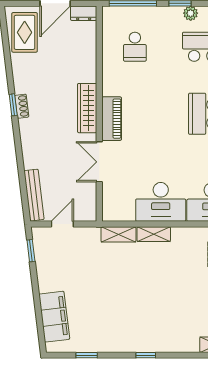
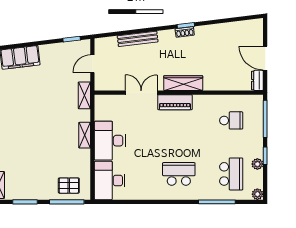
rug: (25, 32) -> (242, 34), removed
school desk: (135, 47) -> (231, 120), turned 180
bench: (34, 195) -> (138, 39), moved
door: (62, 224) -> (92, 64), swing flipped
shelving: (118, 234) -> (84, 95), moved

